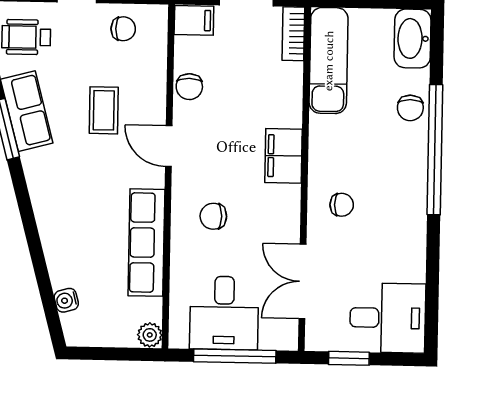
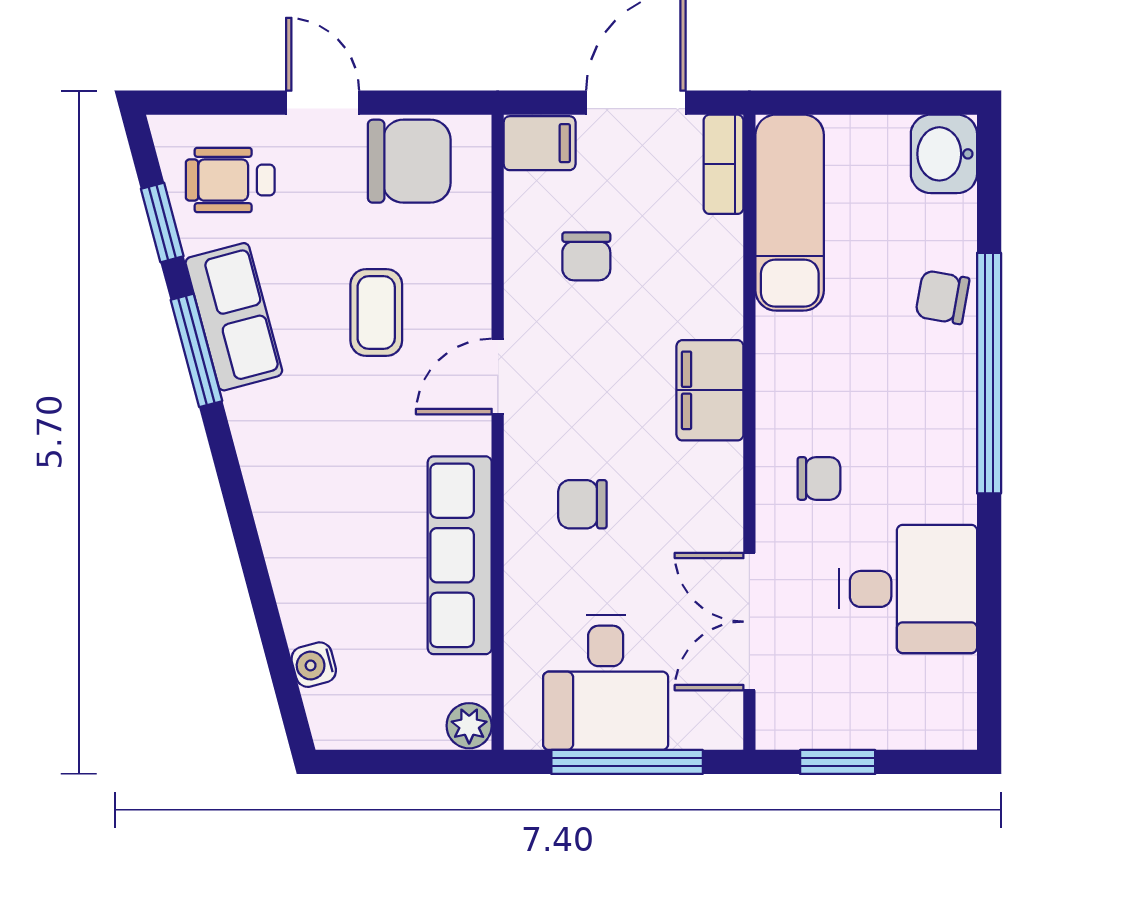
chair: (123, 29) -> (409, 161), width x1.87, depth x1.87
washbasin: (413, 39) -> (944, 154), width x0.72
chair: (189, 87) -> (586, 256), moved
chair: (410, 108) -> (942, 297), turned 100
door: (169, 146) -> (498, 376), hinge flipped
desk: (388, 318) -> (908, 589), moved

